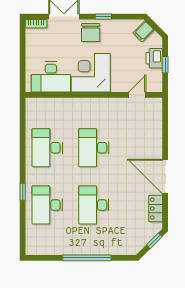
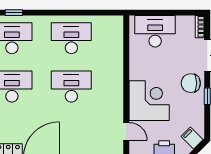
corner desk: (91, 73) -> (149, 101), moved
desk: (51, 77) -> (155, 31), moved, turned 90
window: (23, 192) -> (14, 13), moved

